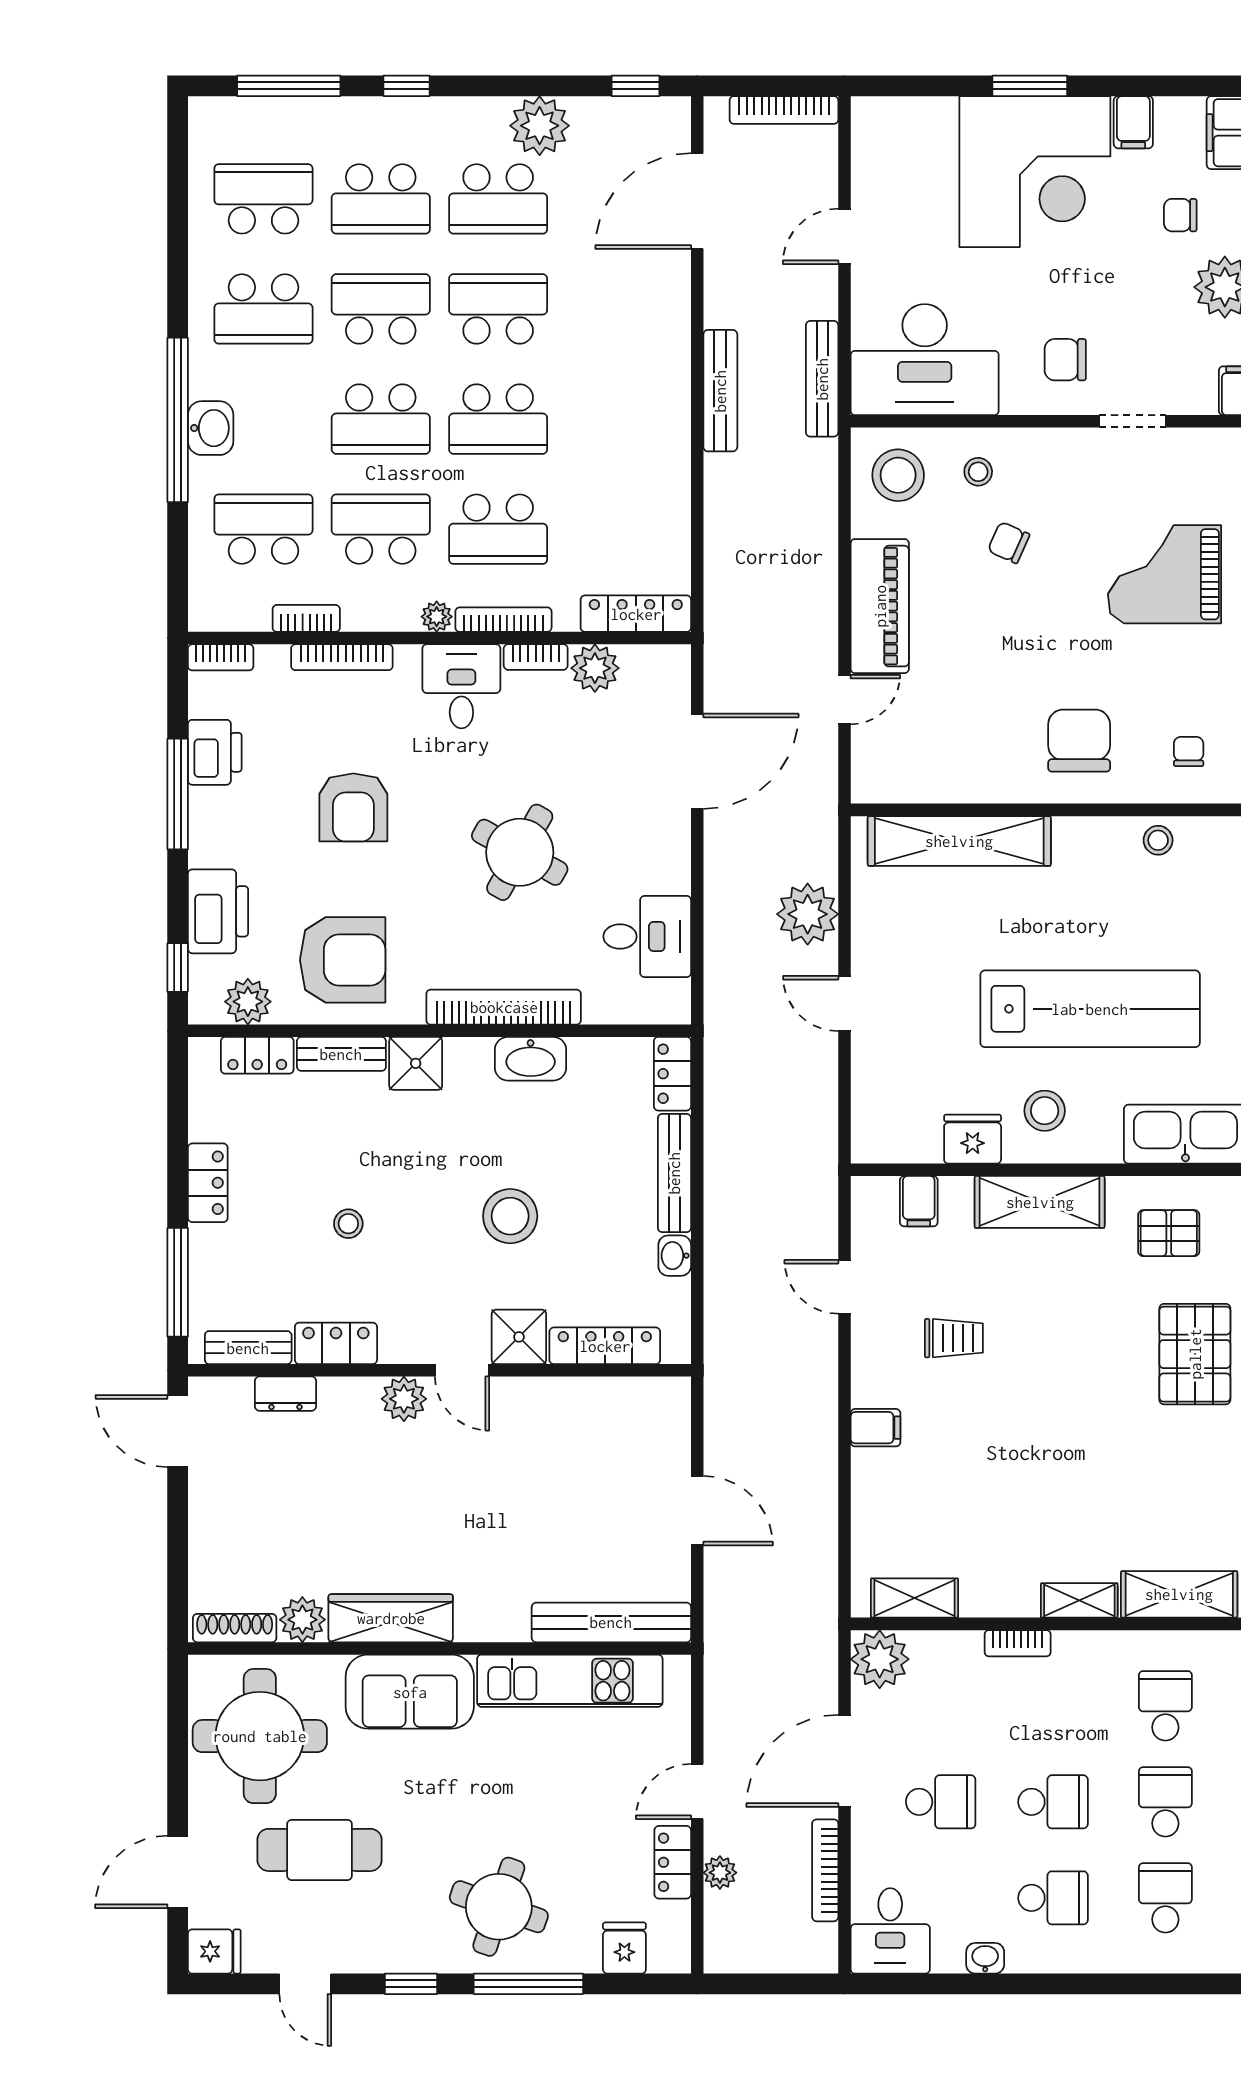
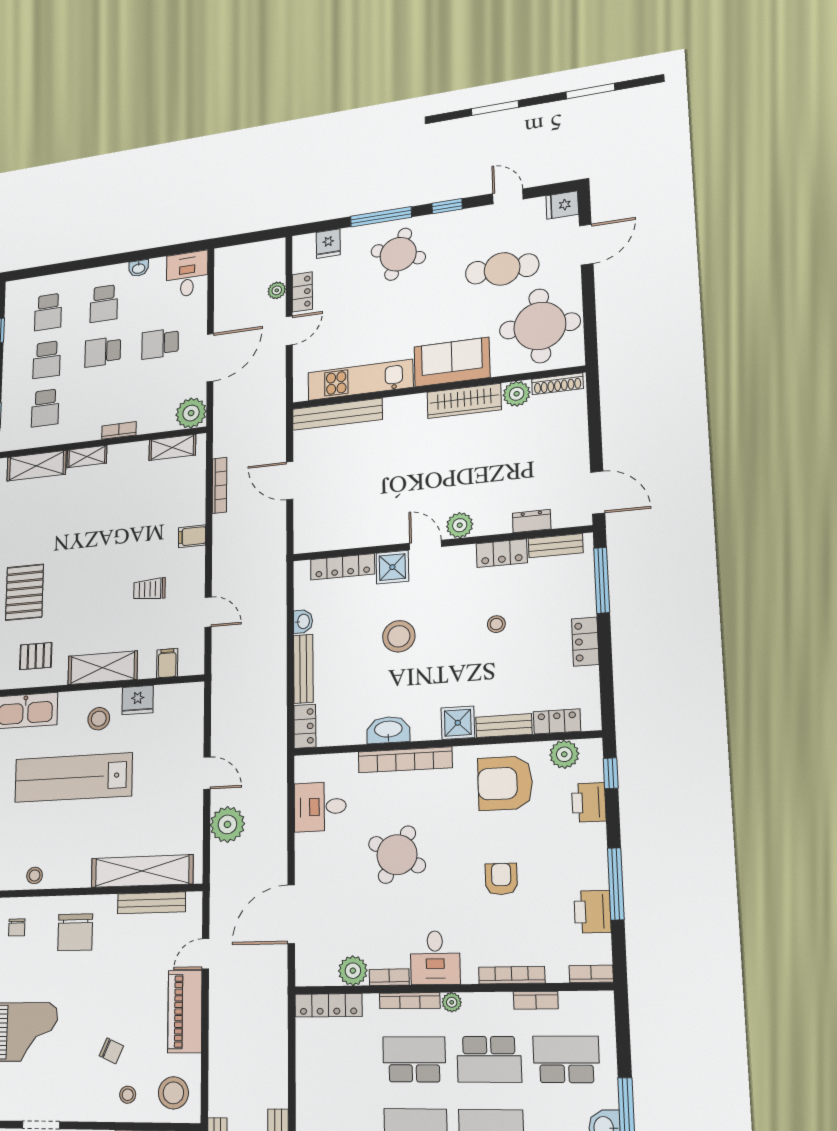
school desk: (263, 529) -> (566, 1059), turned 180
bench: (941, 787) -> (151, 903), added
armchair: (353, 807) -> (501, 879), width x0.72, depth x0.72
printer: (218, 911) -> (589, 802), width x0.73, depth x0.84
bookcase: (825, 1870) -> (220, 485), moved
school desk: (1053, 1898) -> (104, 304), turned -90

